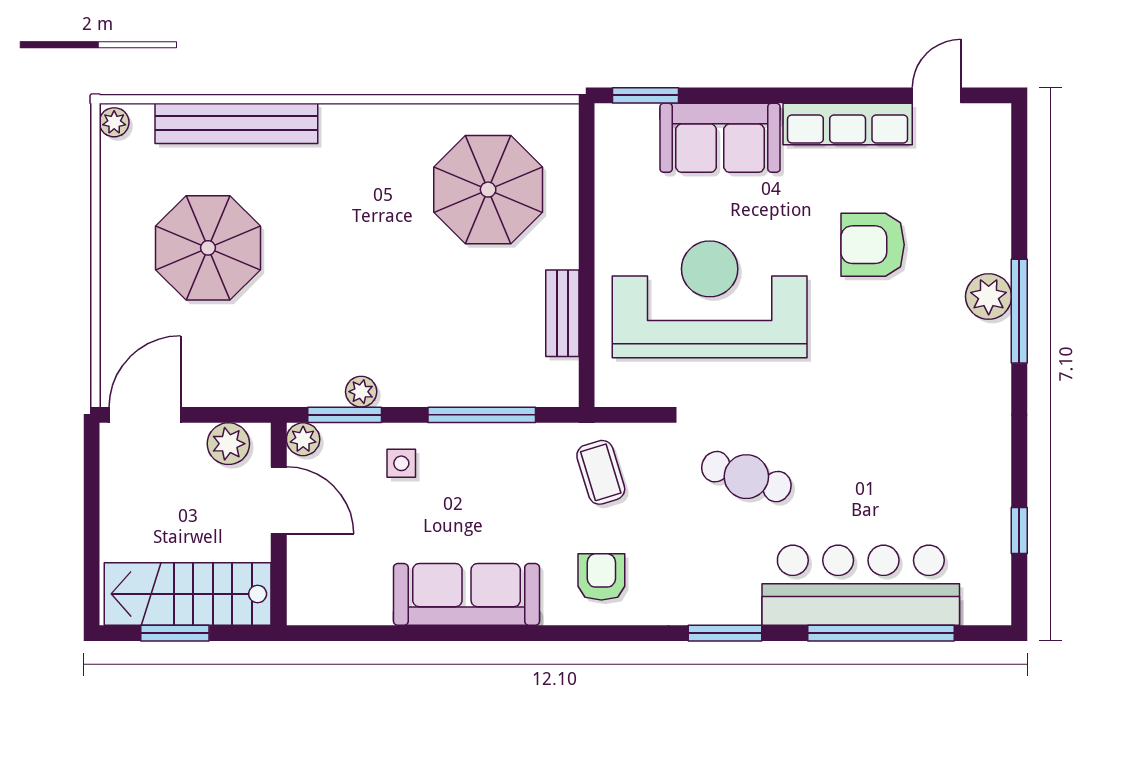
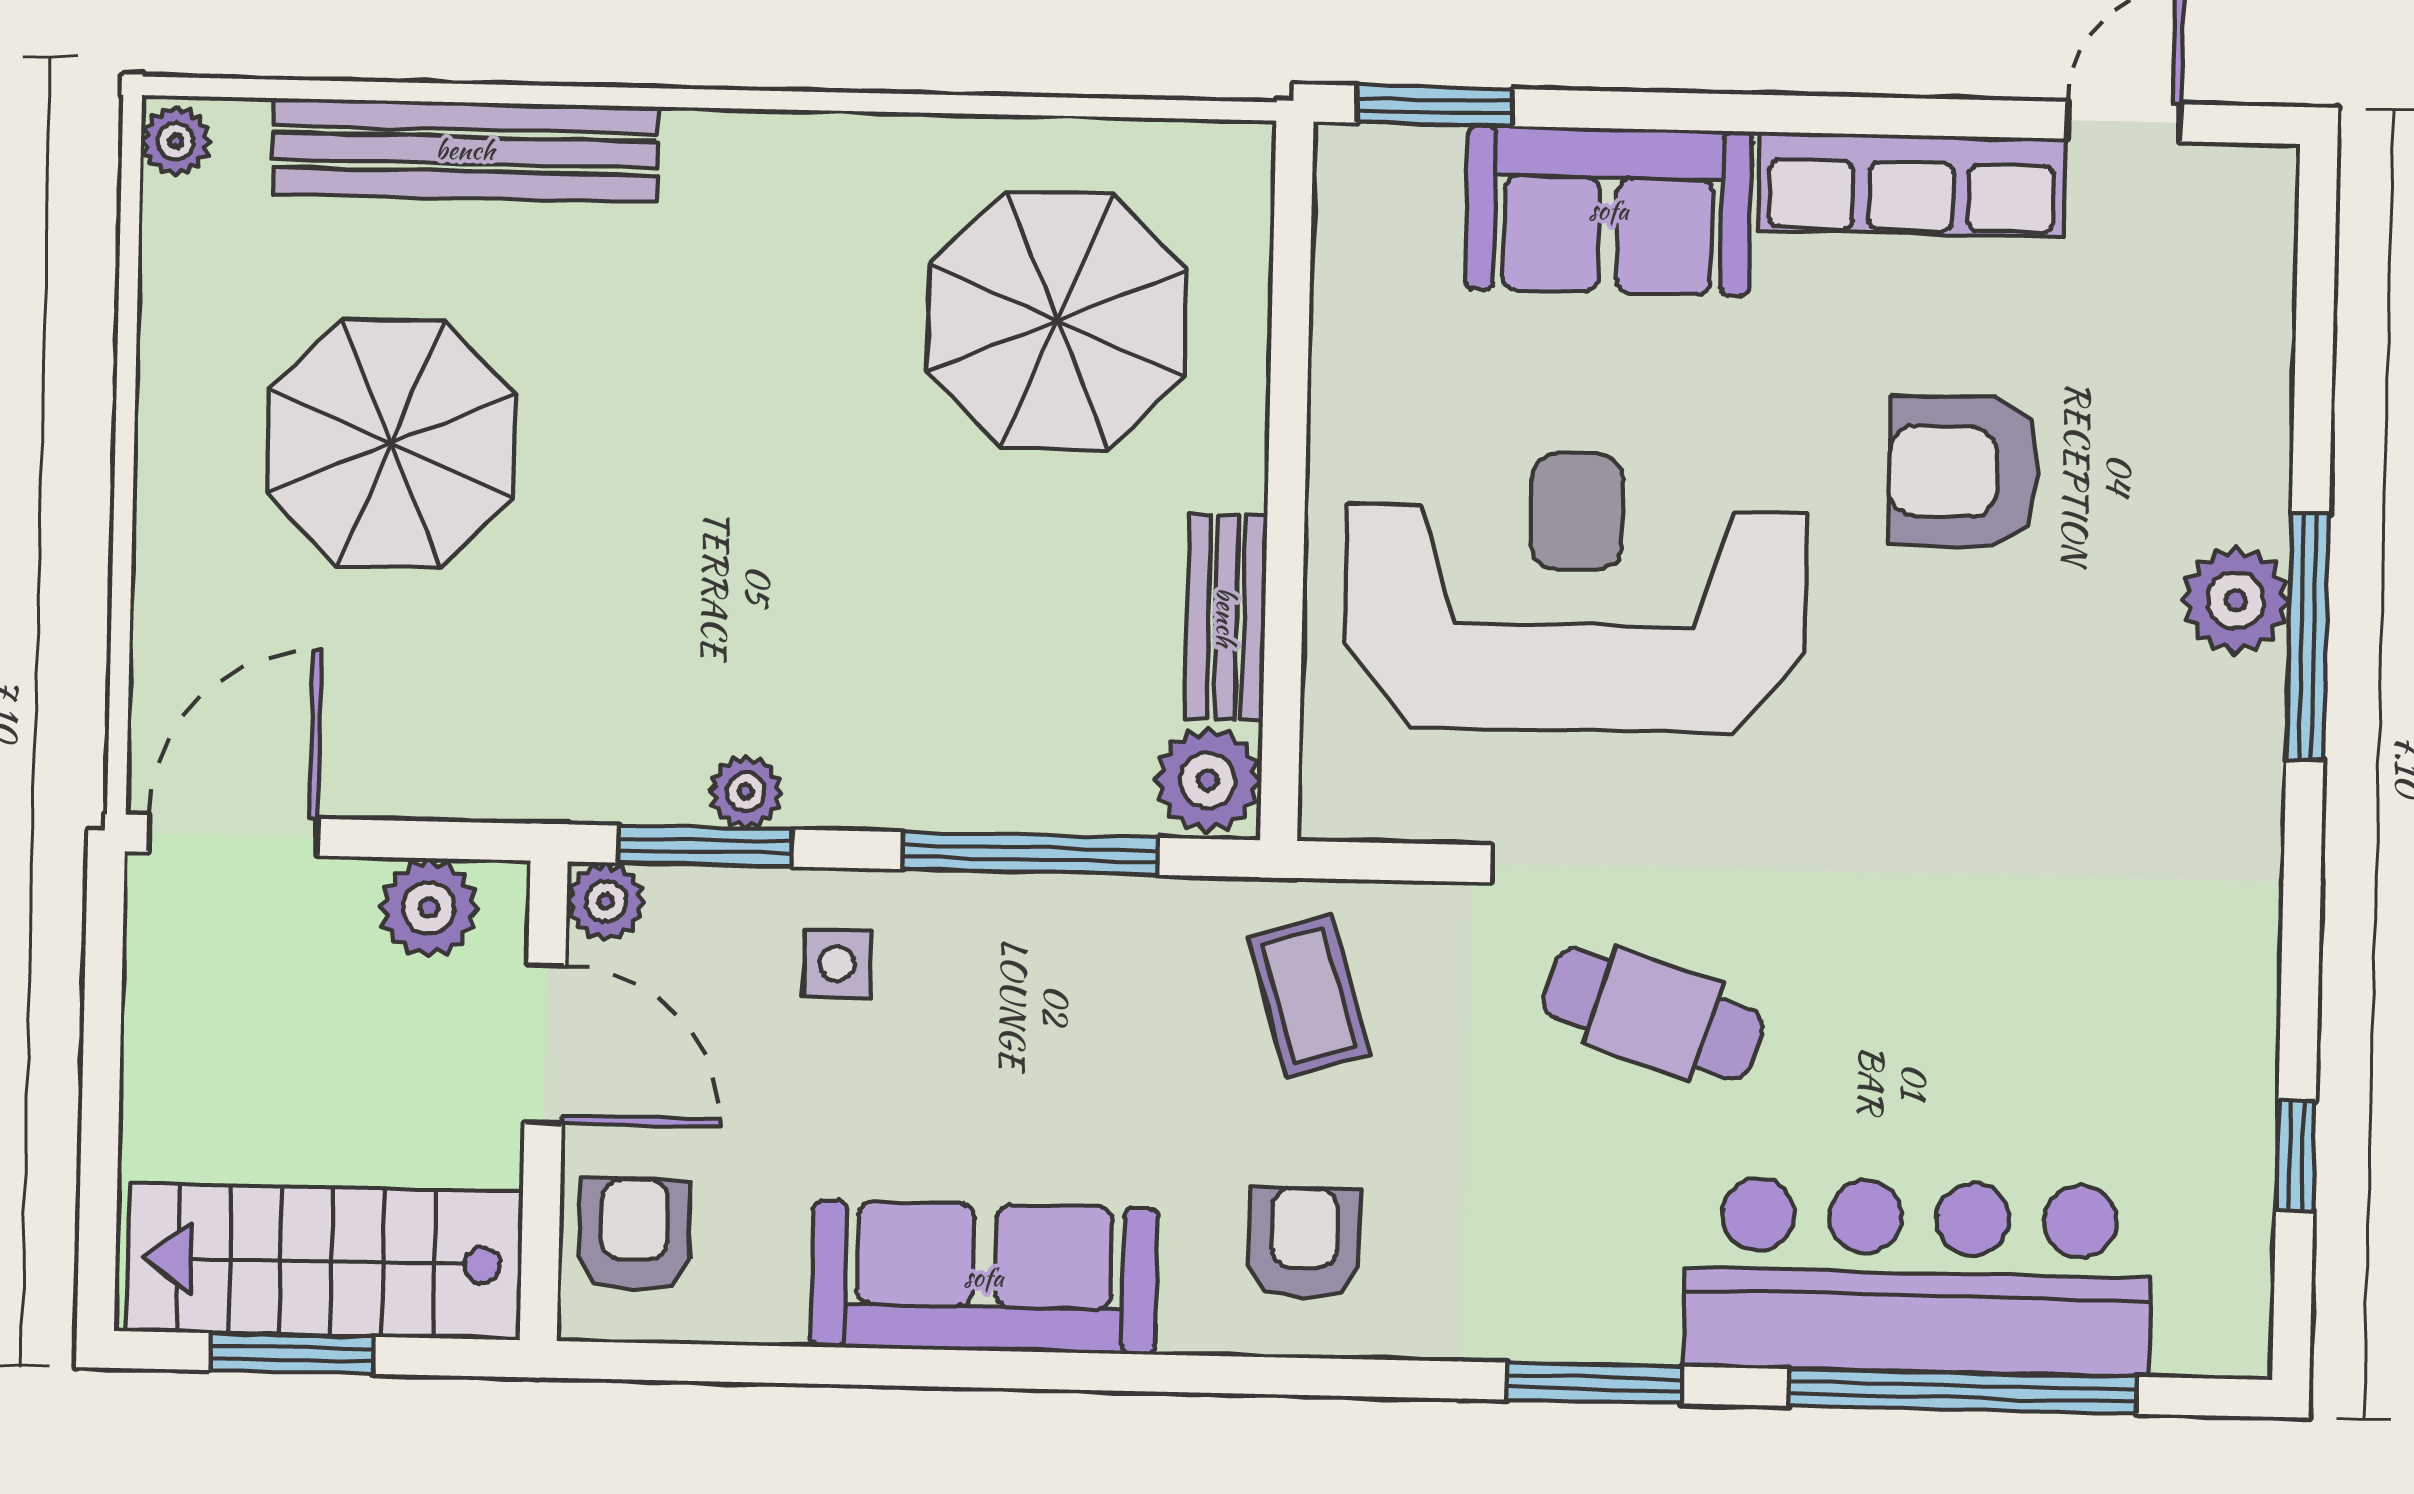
plant: (556, 382) -> (1208, 780), added
armchair: (318, 580) -> (634, 1235), added

